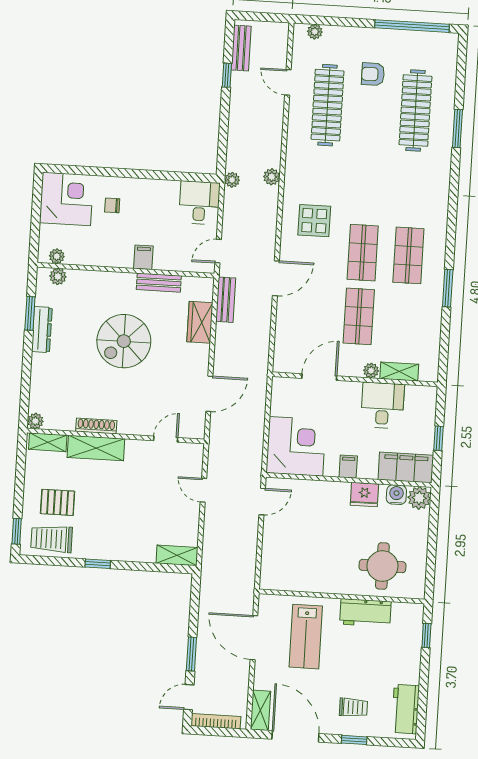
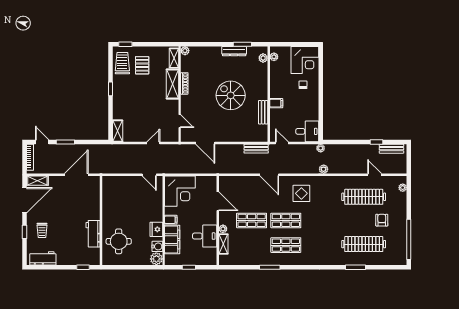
door: (288, 82) -> (375, 175), hinge flipped
wardrobe: (200, 322) -> (243, 136), removed
filing cabinet: (406, 468) -> (172, 240), moved
lab bench: (306, 637) -> (78, 203), removed

